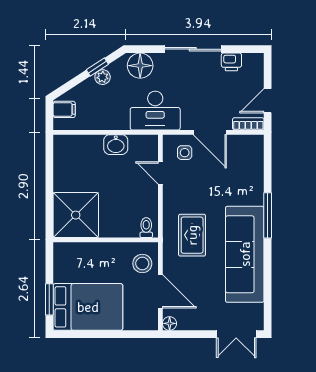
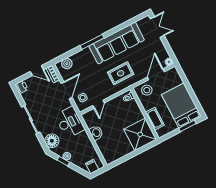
printer: (231, 62) -> (22, 87), moved
plant: (254, 156) -> (67, 64), added
cot: (89, 252) -> (155, 119), added

